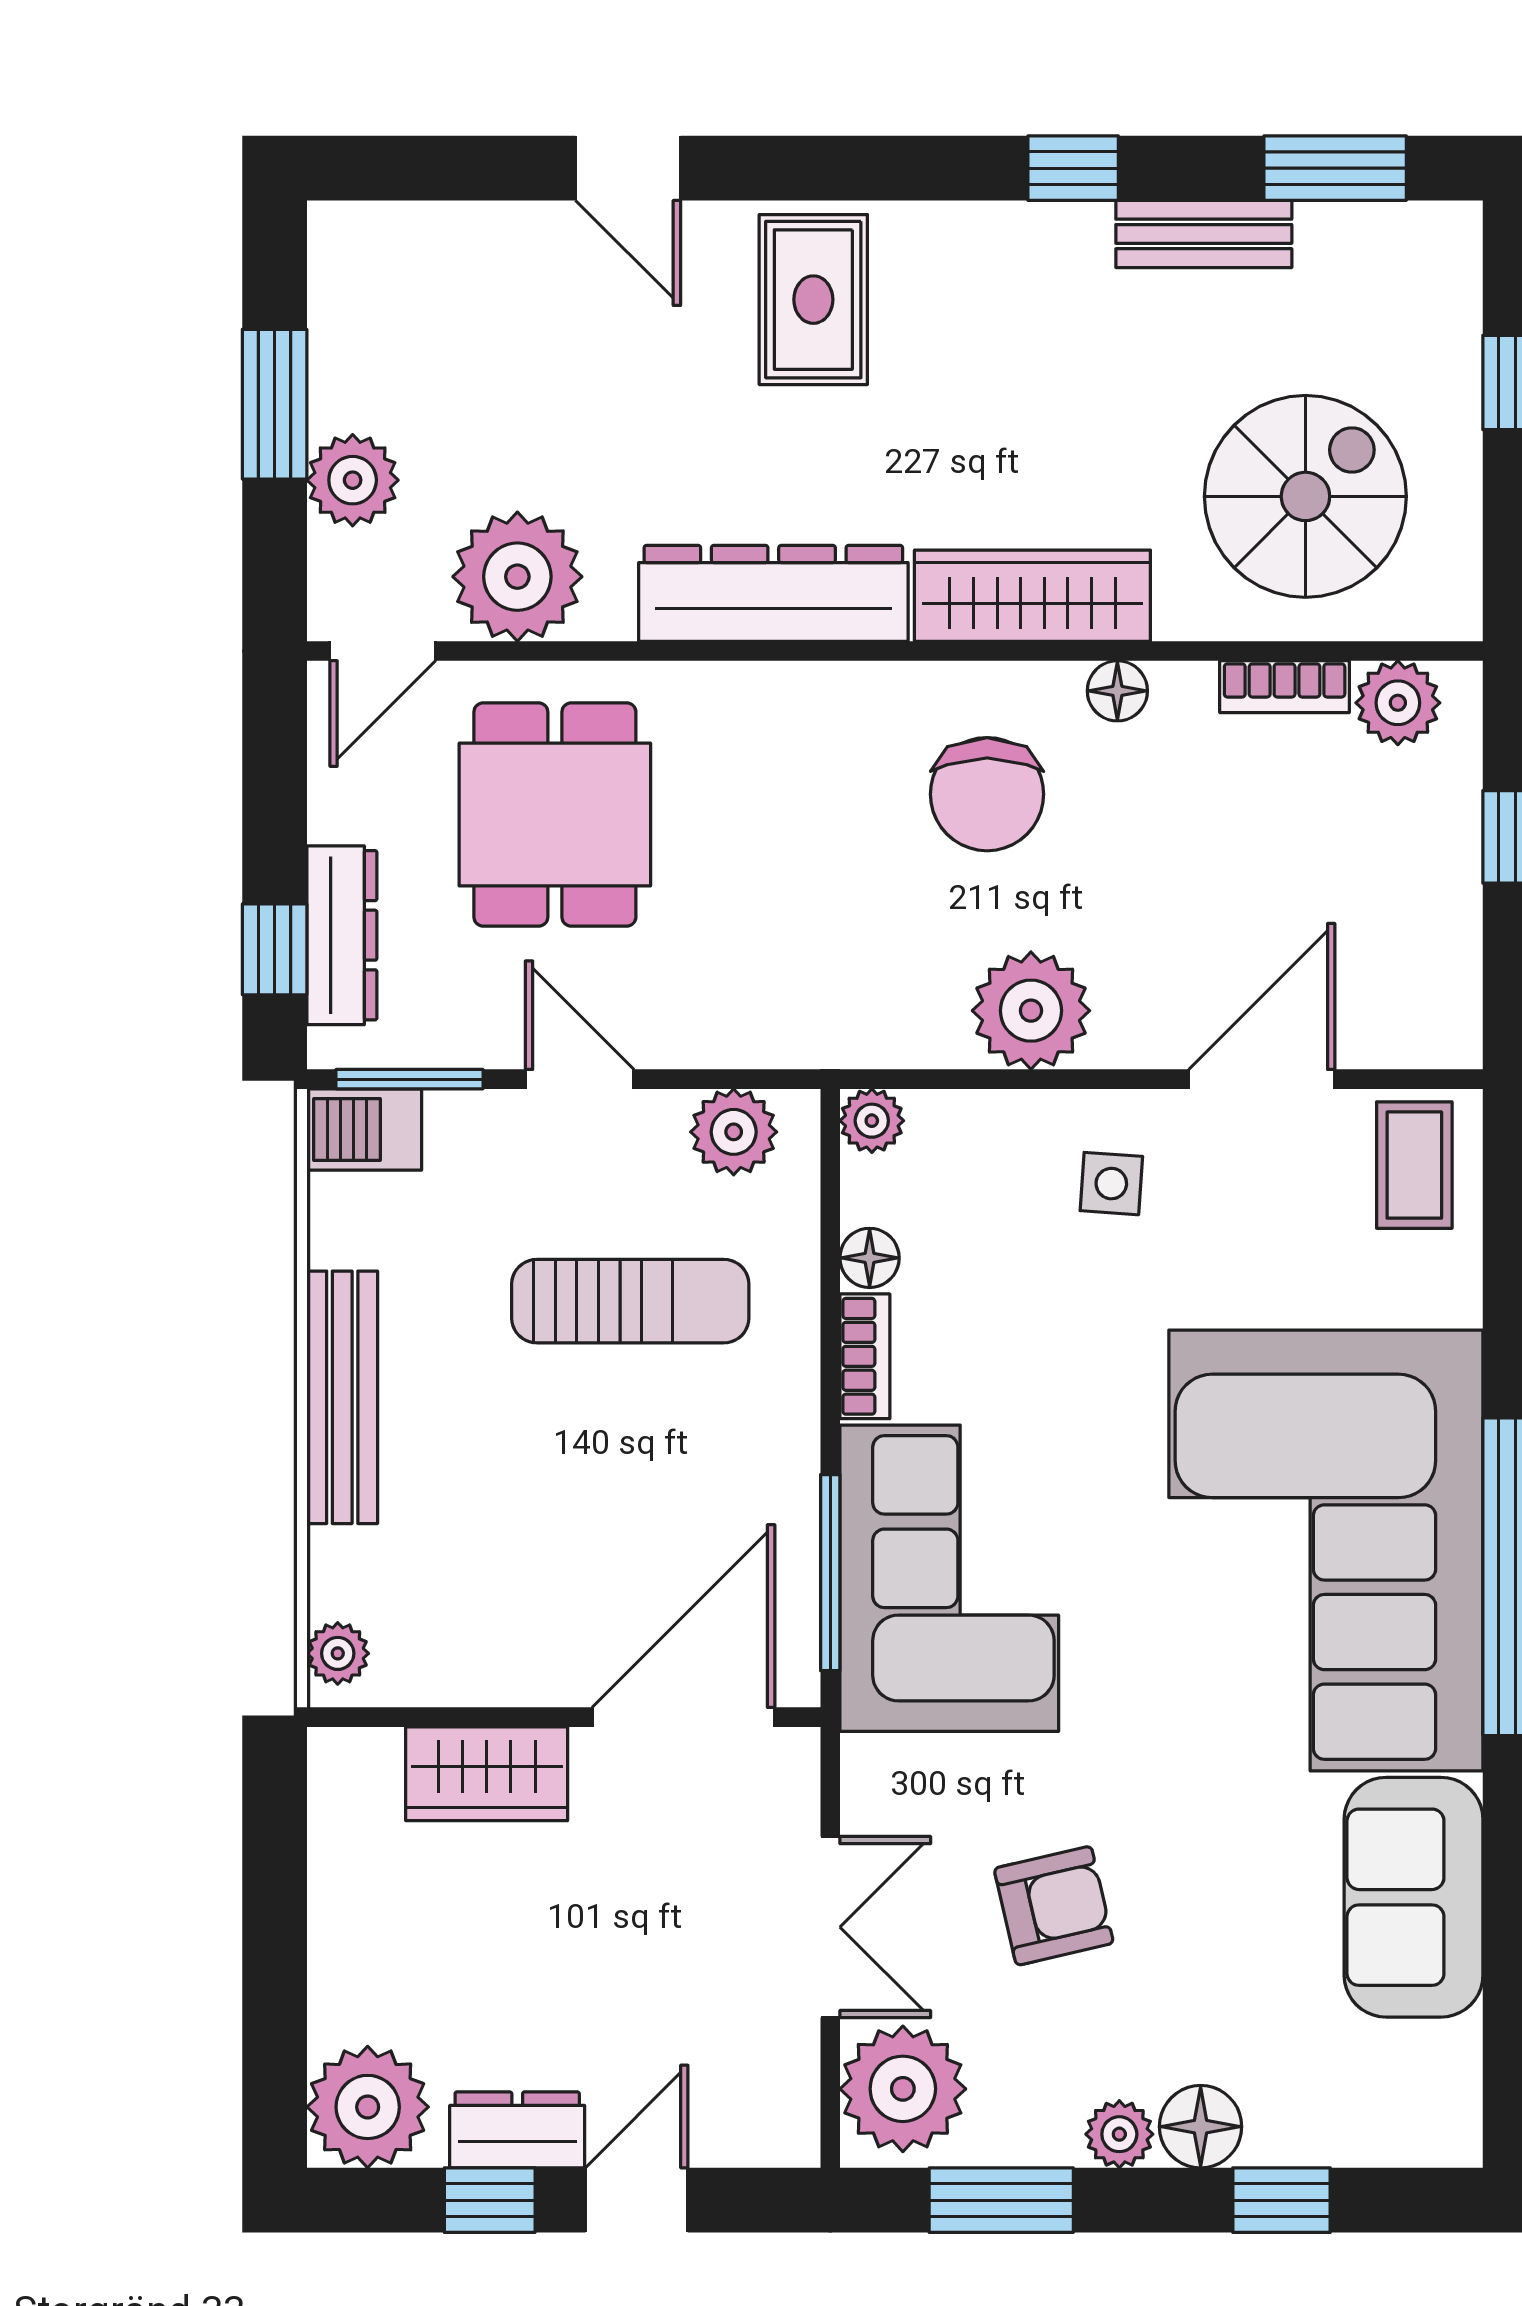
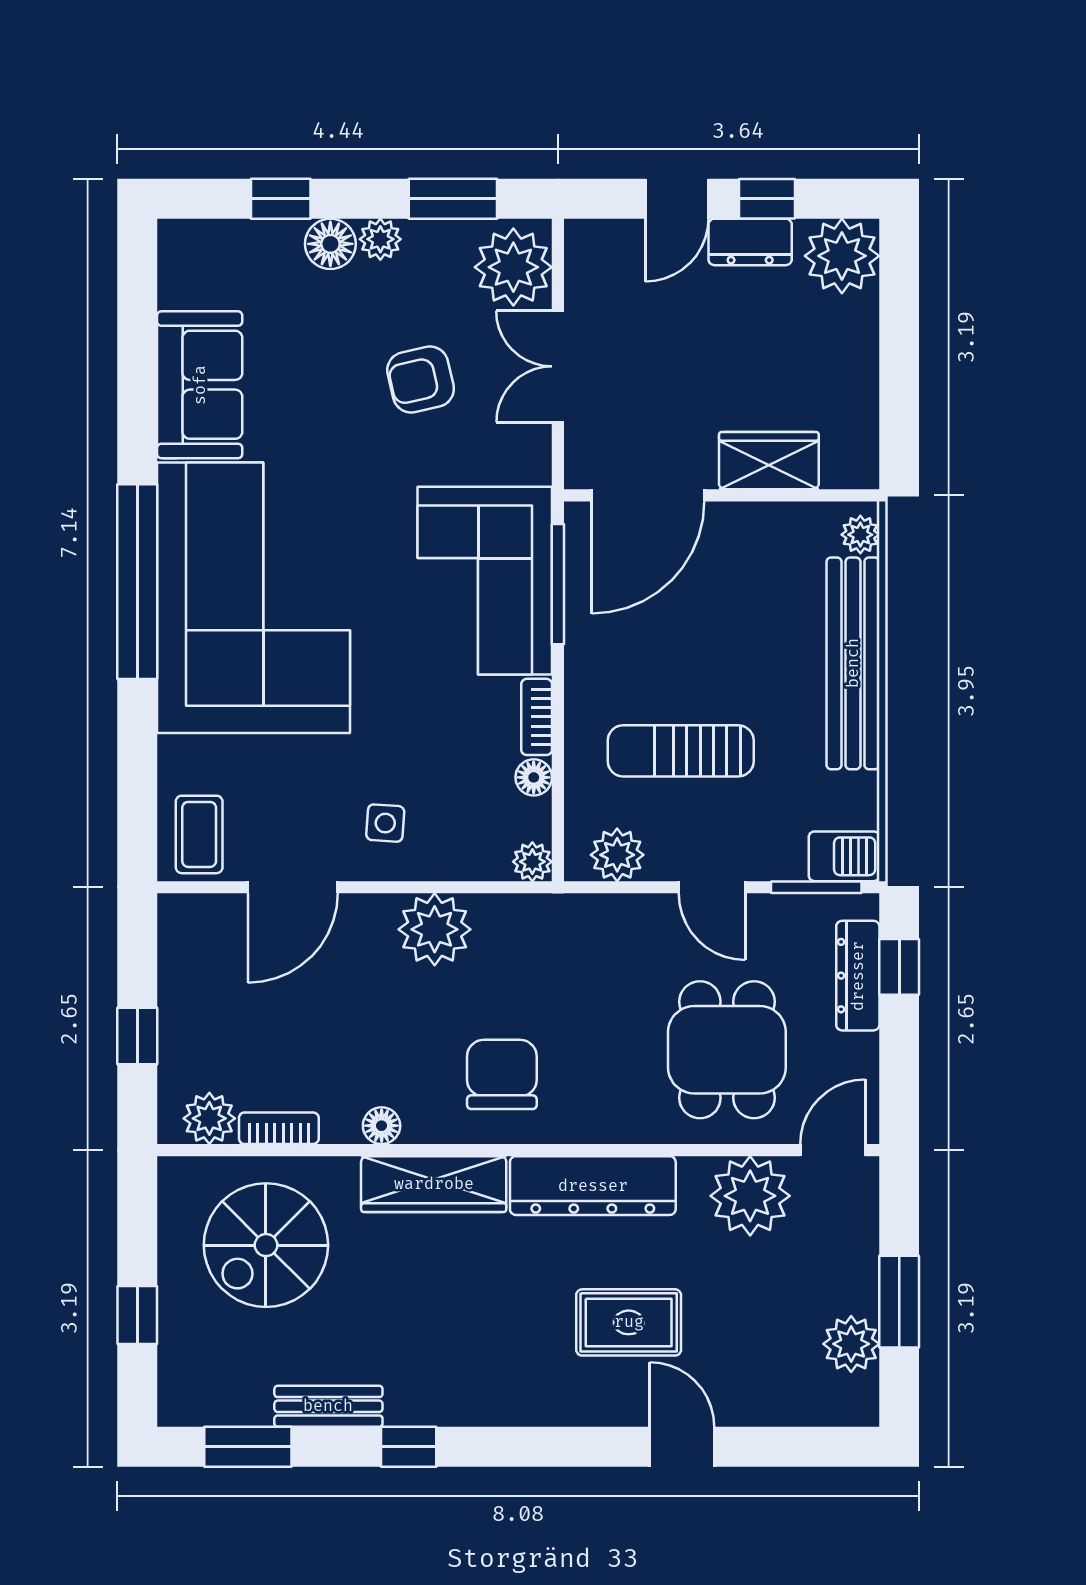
rug: (813, 300) -> (629, 1322), moved, turned 90
plant: (353, 480) -> (851, 1344), moved
chair: (987, 794) -> (502, 1074), moved
bench: (342, 1397) -> (853, 663), width x1.37, depth x1.21

